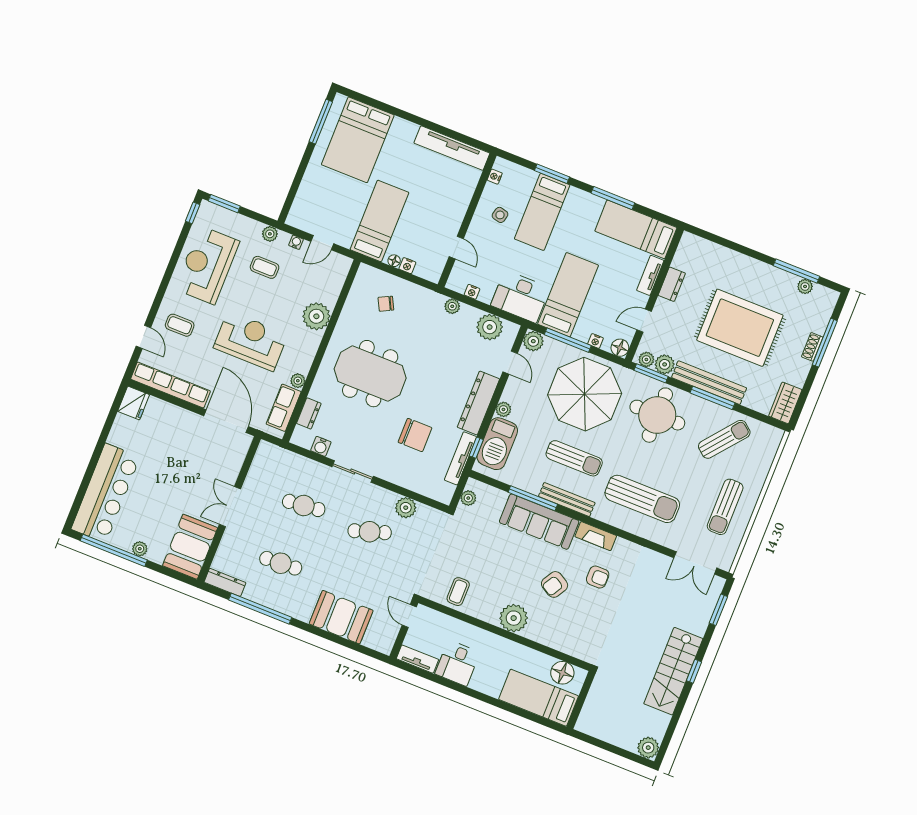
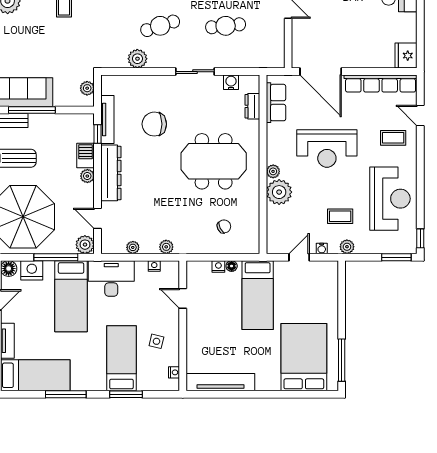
plant: (490, 327) -> (133, 247), width x0.53, depth x0.53
nightstand: (596, 341) -> (32, 270), width x1.89, depth x1.79
plant: (298, 381) -> (273, 171), moved
barbecue: (497, 444) -> (85, 156), width x0.53, depth x0.65

